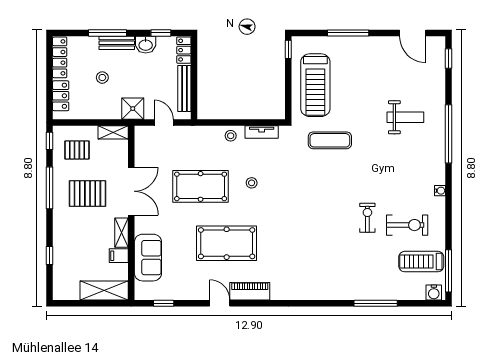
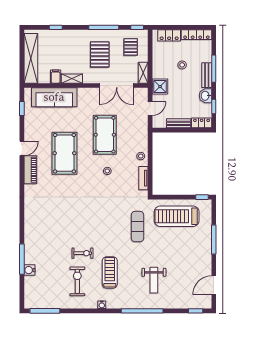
bench: (184, 88) -> (179, 123), width x0.73
double door: (131, 191) -> (117, 85), moved
exercise bike: (407, 225) -> (77, 281), turned 180
sofa: (148, 258) -> (54, 97), width x1.36
treadmill: (421, 262) -> (110, 273), moved
shelving: (104, 290) -> (31, 58), width x1.47
water cooler: (434, 292) -> (29, 270), moved

